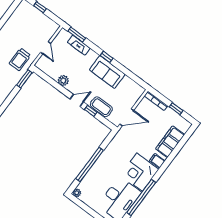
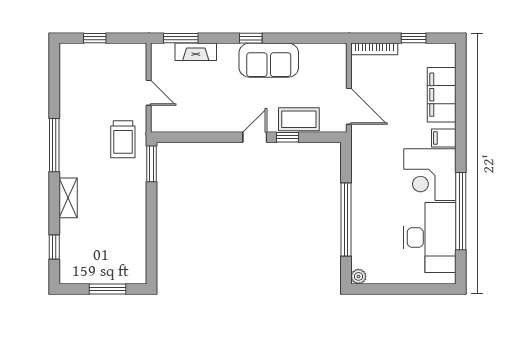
plant: (63, 80) -> (212, 122), removed
door: (127, 117) -> (349, 106), hinge flipped

